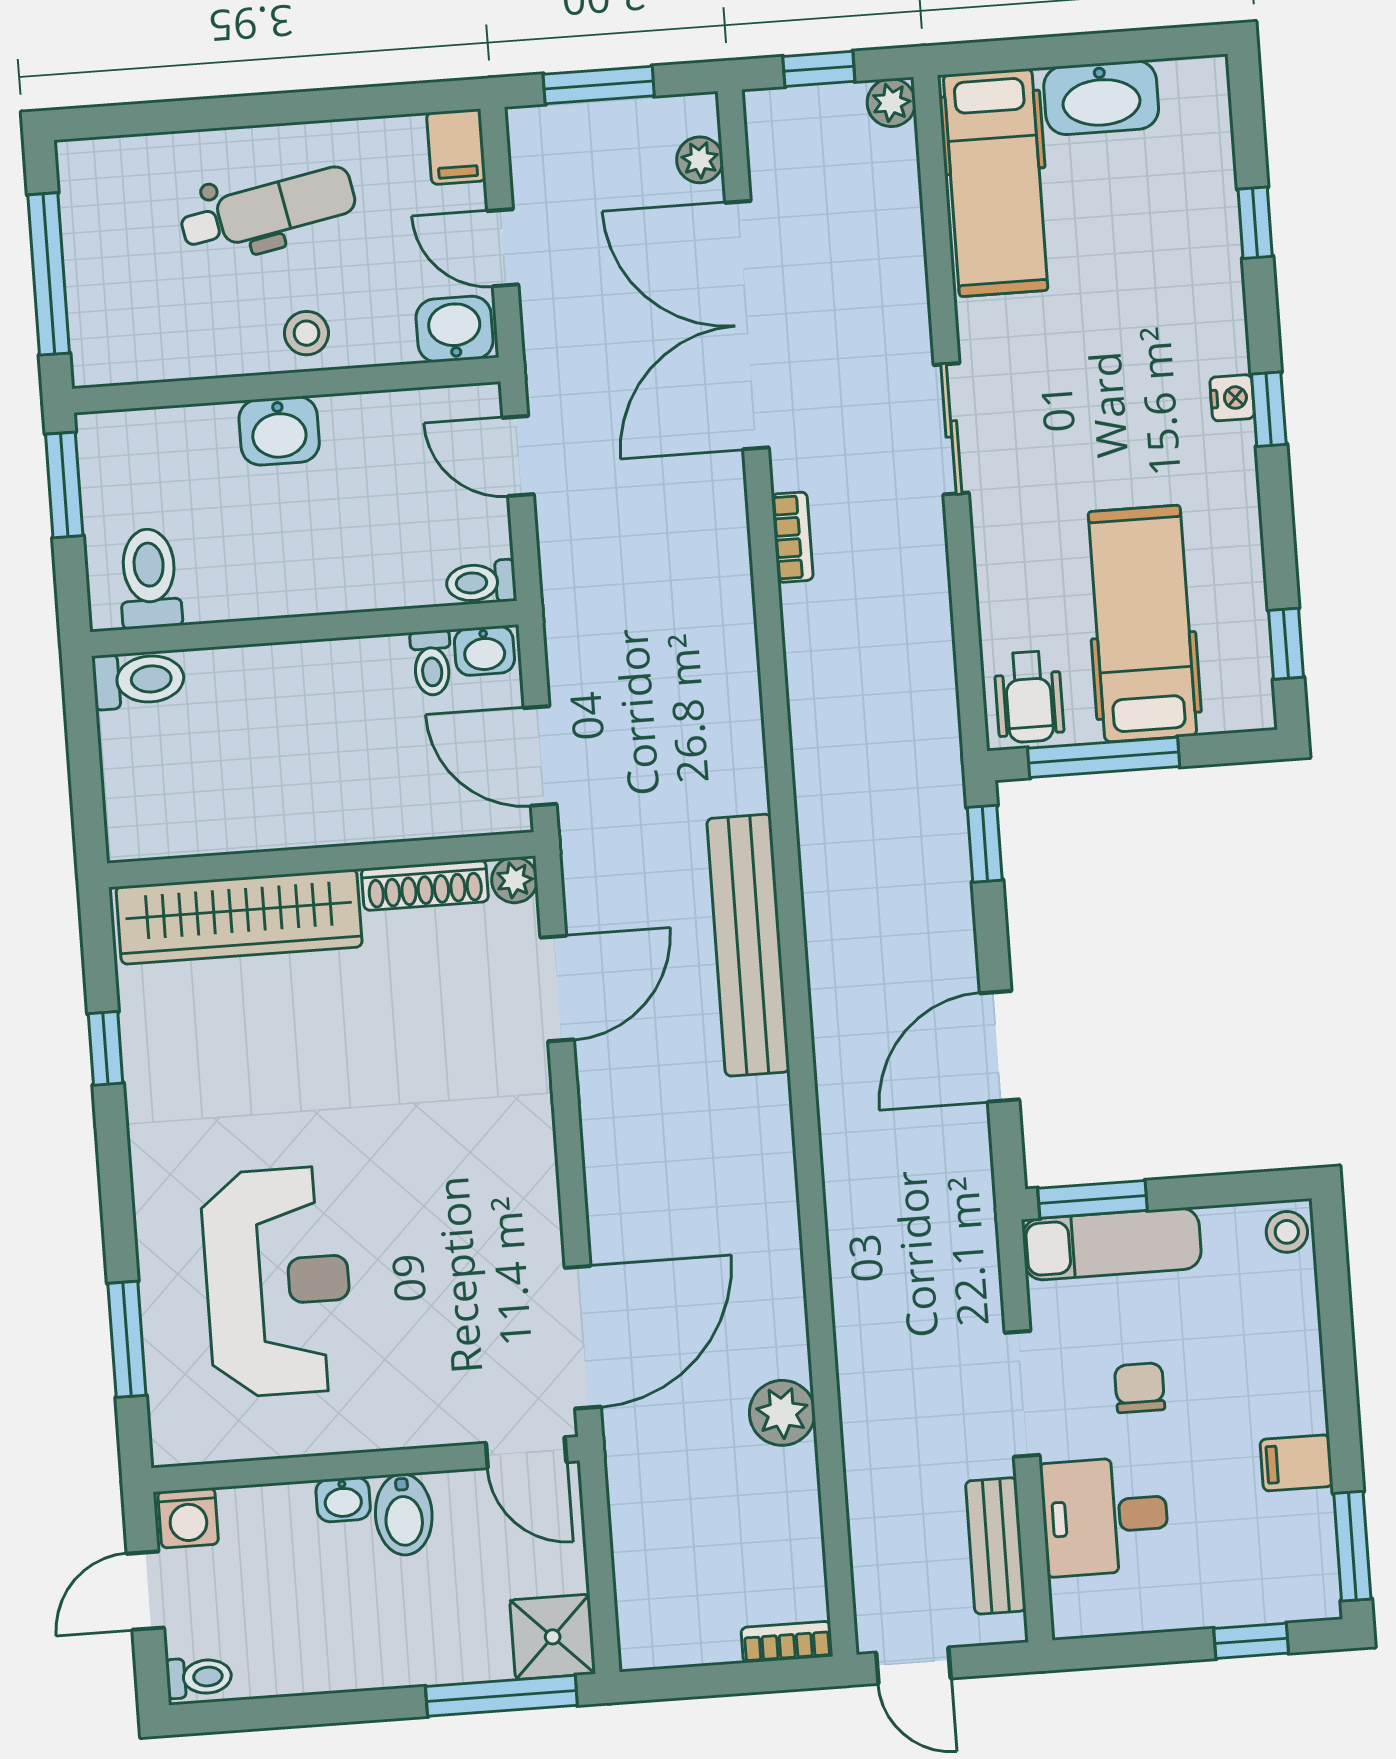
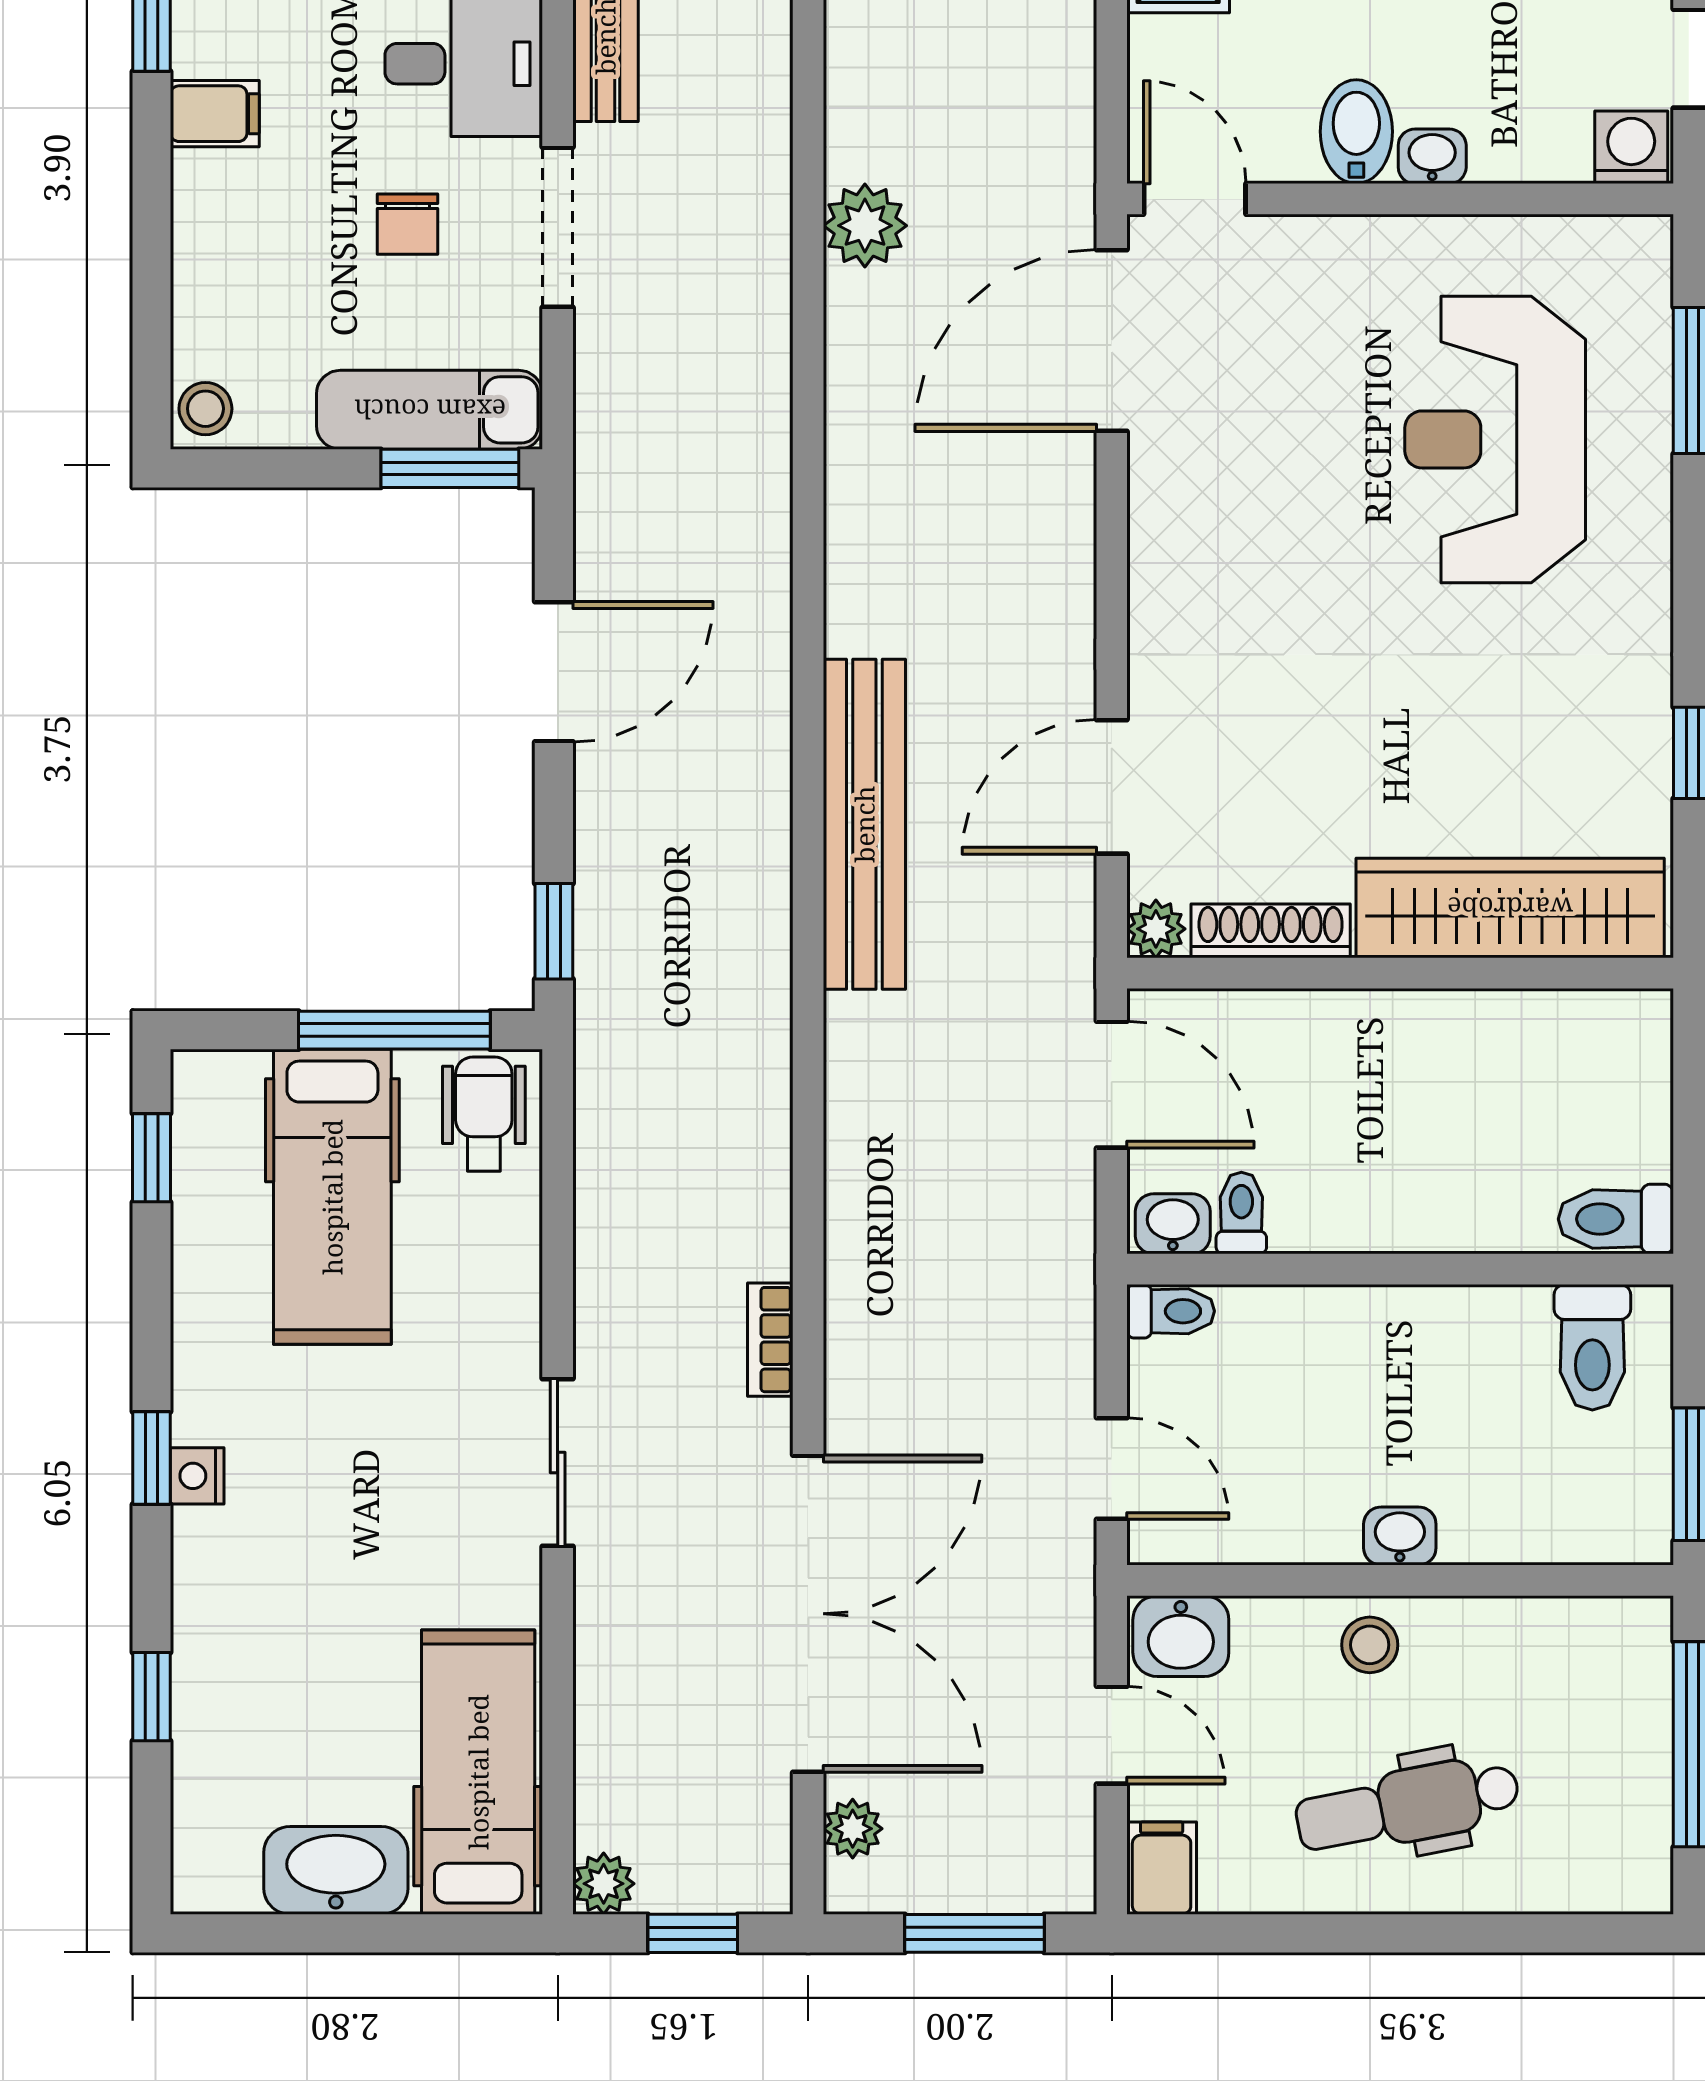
washbasin: (279, 431) -> (1400, 1536), width x0.72, depth x0.69

